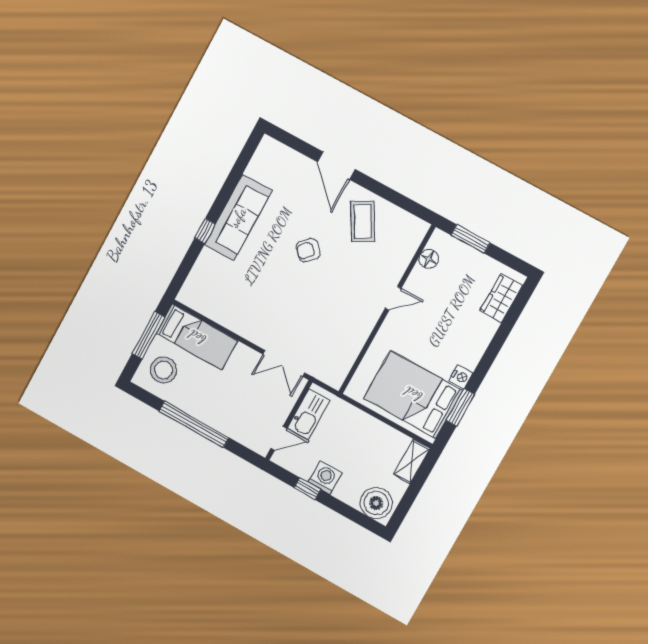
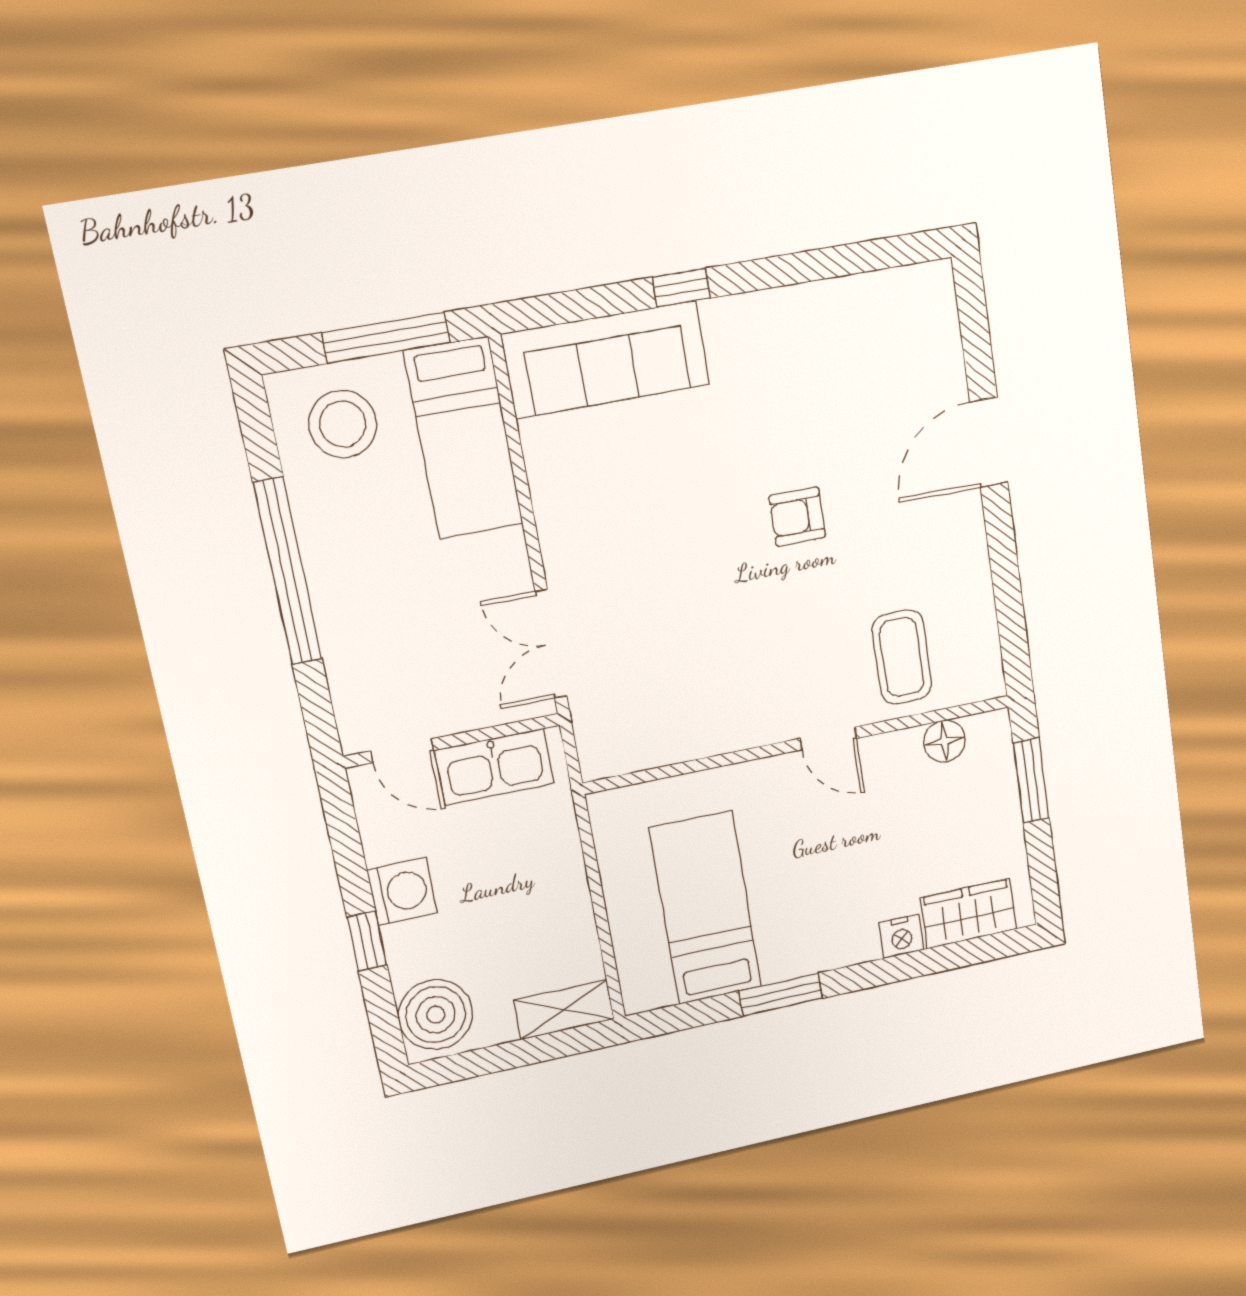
sofa: (238, 217) -> (606, 360), moved
coffee table: (363, 221) -> (902, 657), moved, turned -60
armchair: (308, 250) -> (797, 517), turned -44
nightstand: (461, 377) -> (901, 936), moved
bed: (413, 394) -> (706, 908), width x0.67
window: (460, 407) -> (781, 995), moved
window: (308, 489) -> (367, 941), moved

